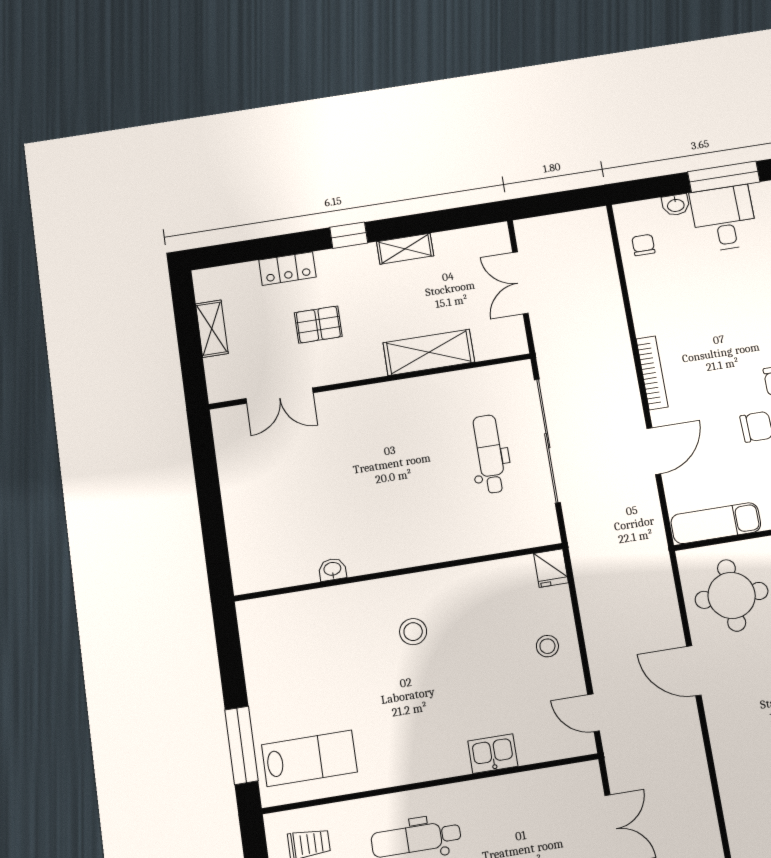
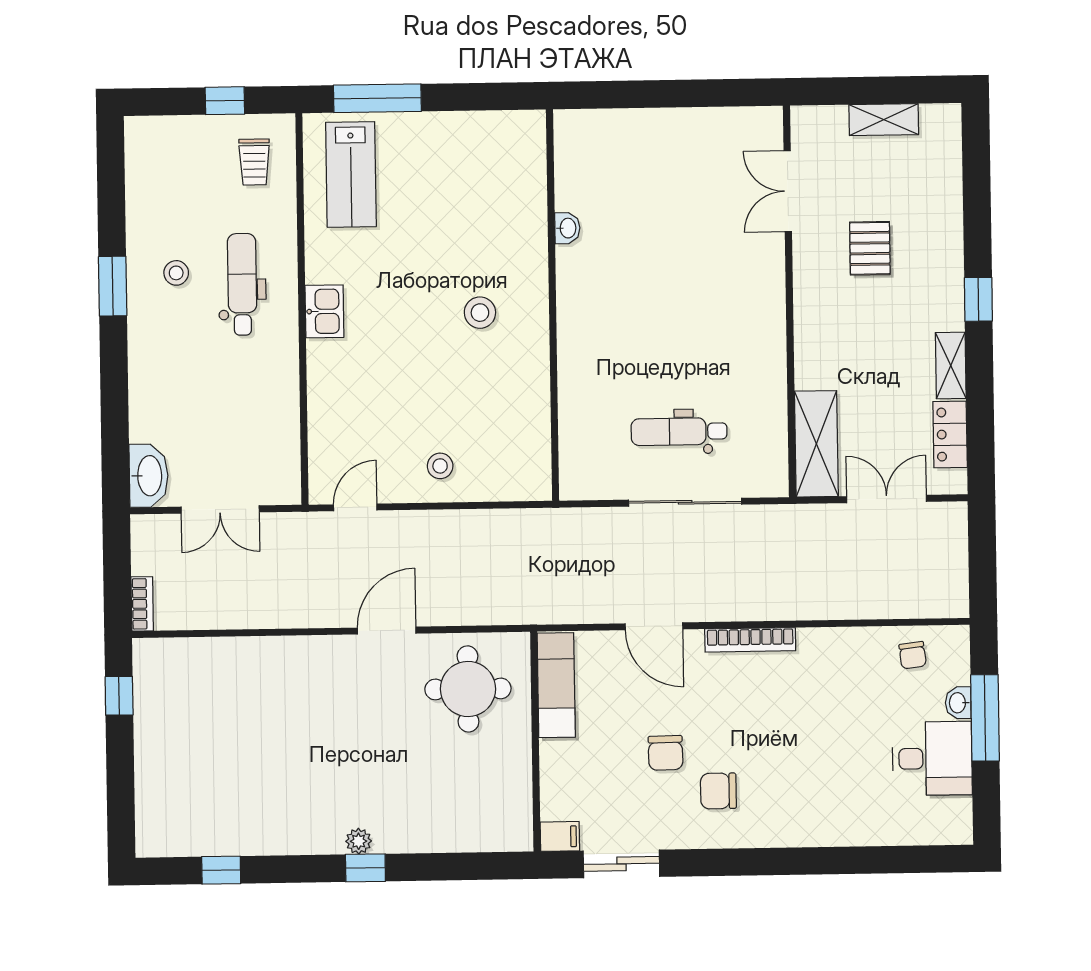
window: (724, 177) -> (985, 718), moved
chair: (643, 245) -> (913, 655), turned 83
locker: (287, 268) -> (950, 434), moved
shelving: (429, 352) -> (816, 444), moved
sliding door: (547, 441) -> (685, 502), width x0.73
dental chair: (490, 454) -> (679, 432), turned 180
fridge: (551, 568) -> (531, 484), removed
kitchen sink: (493, 754) -> (324, 311), moved

